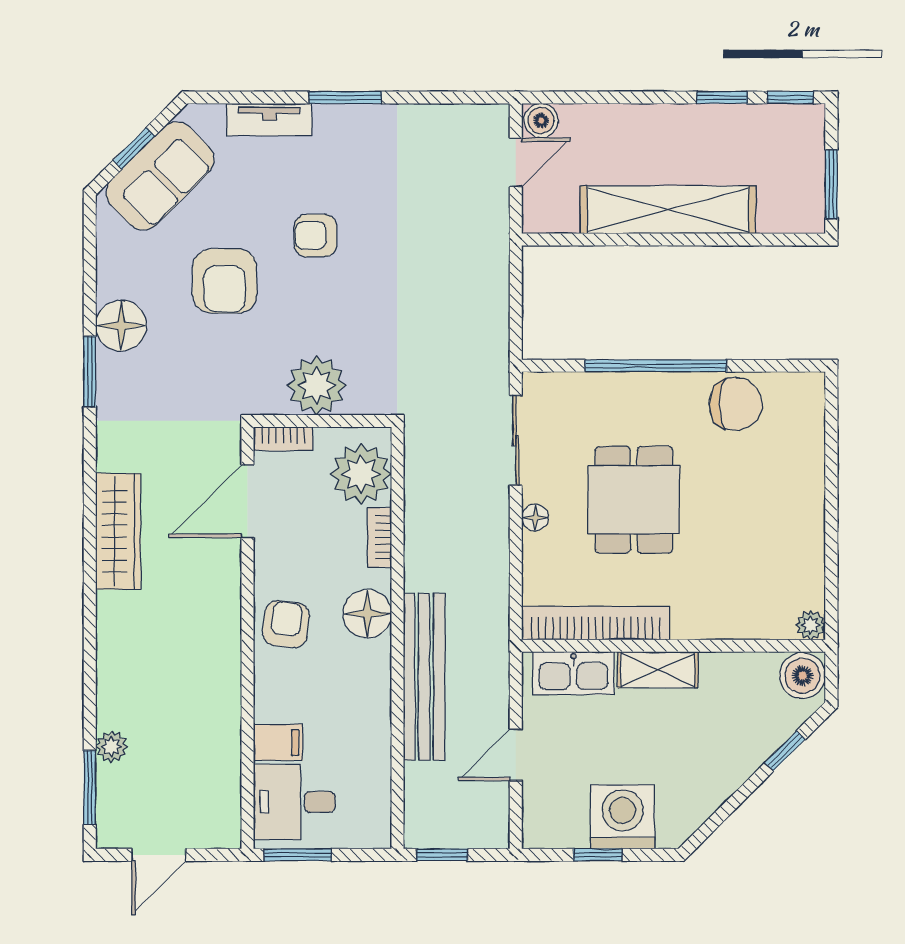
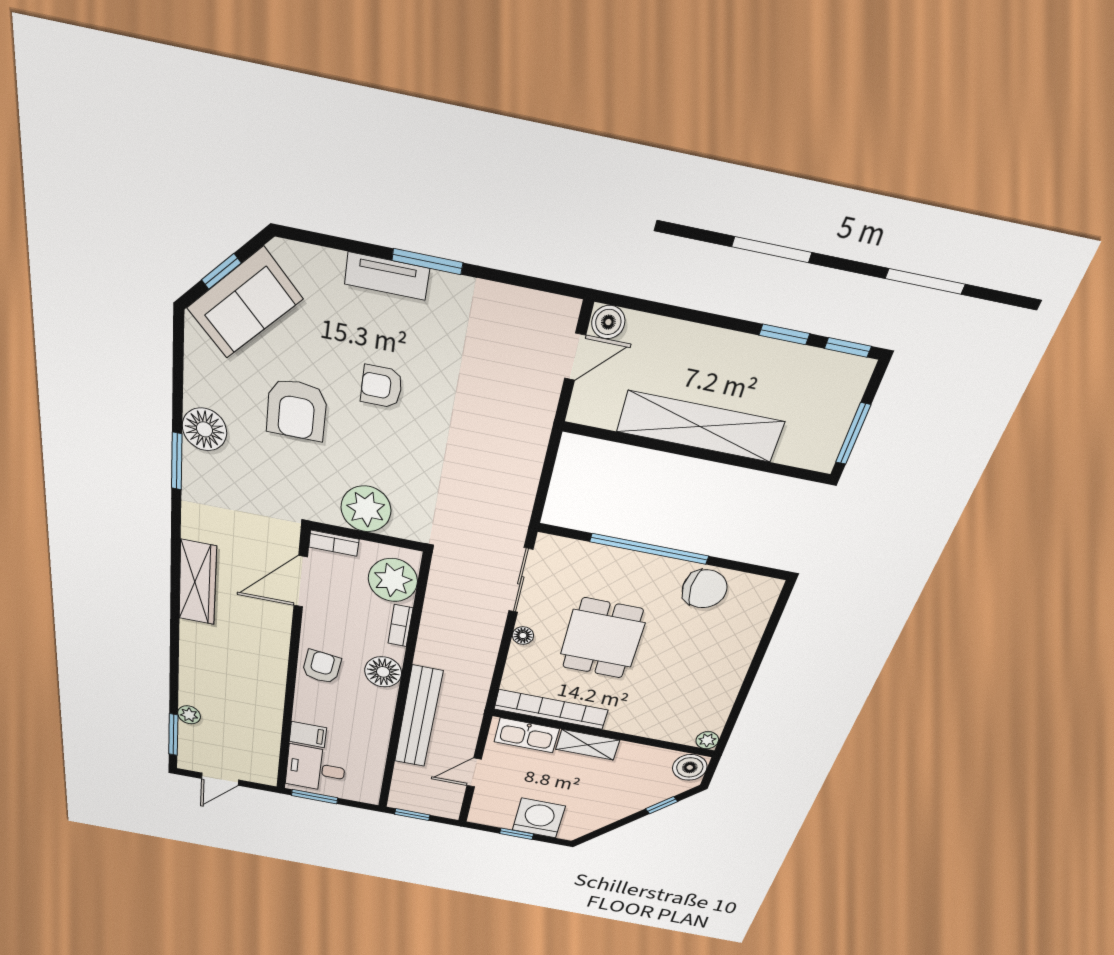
tv unit: (269, 120) -> (387, 276), moved

